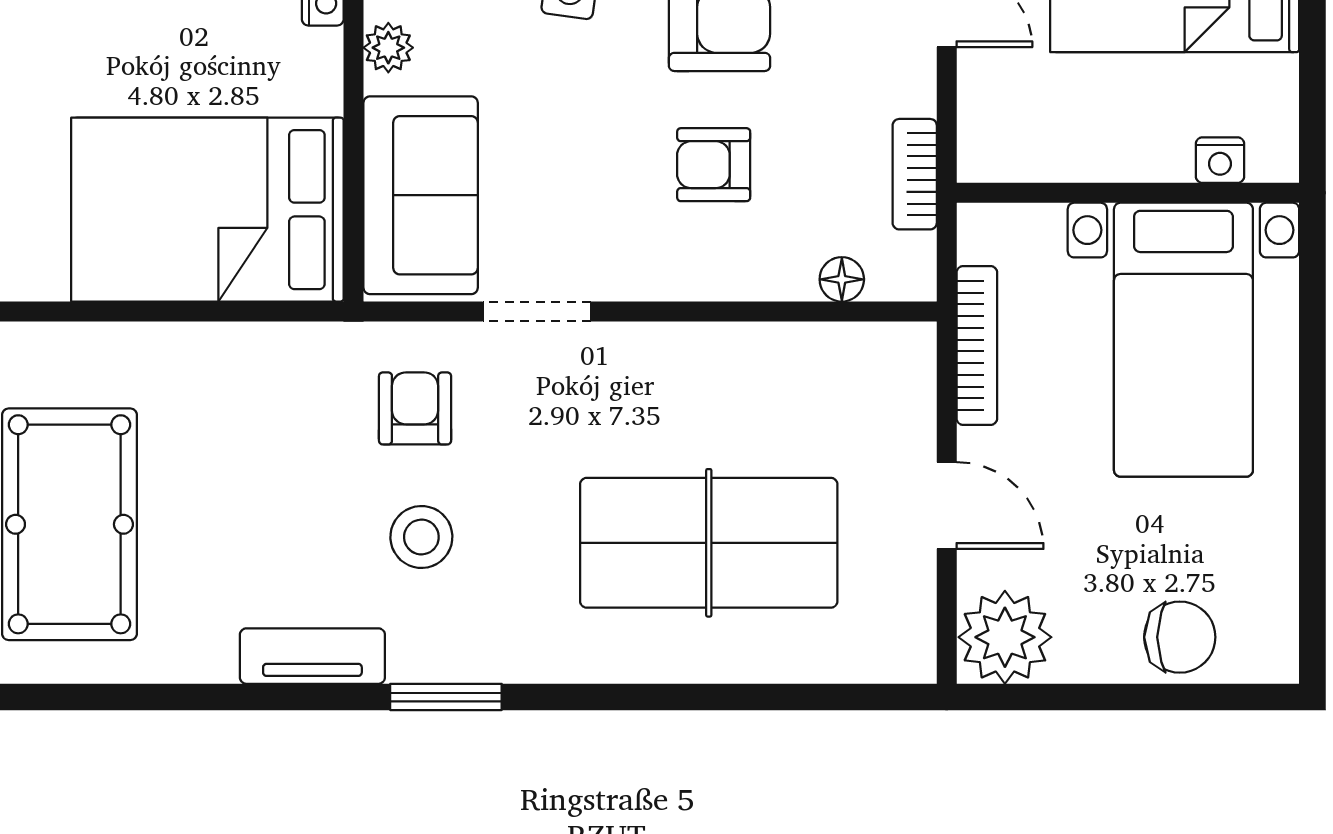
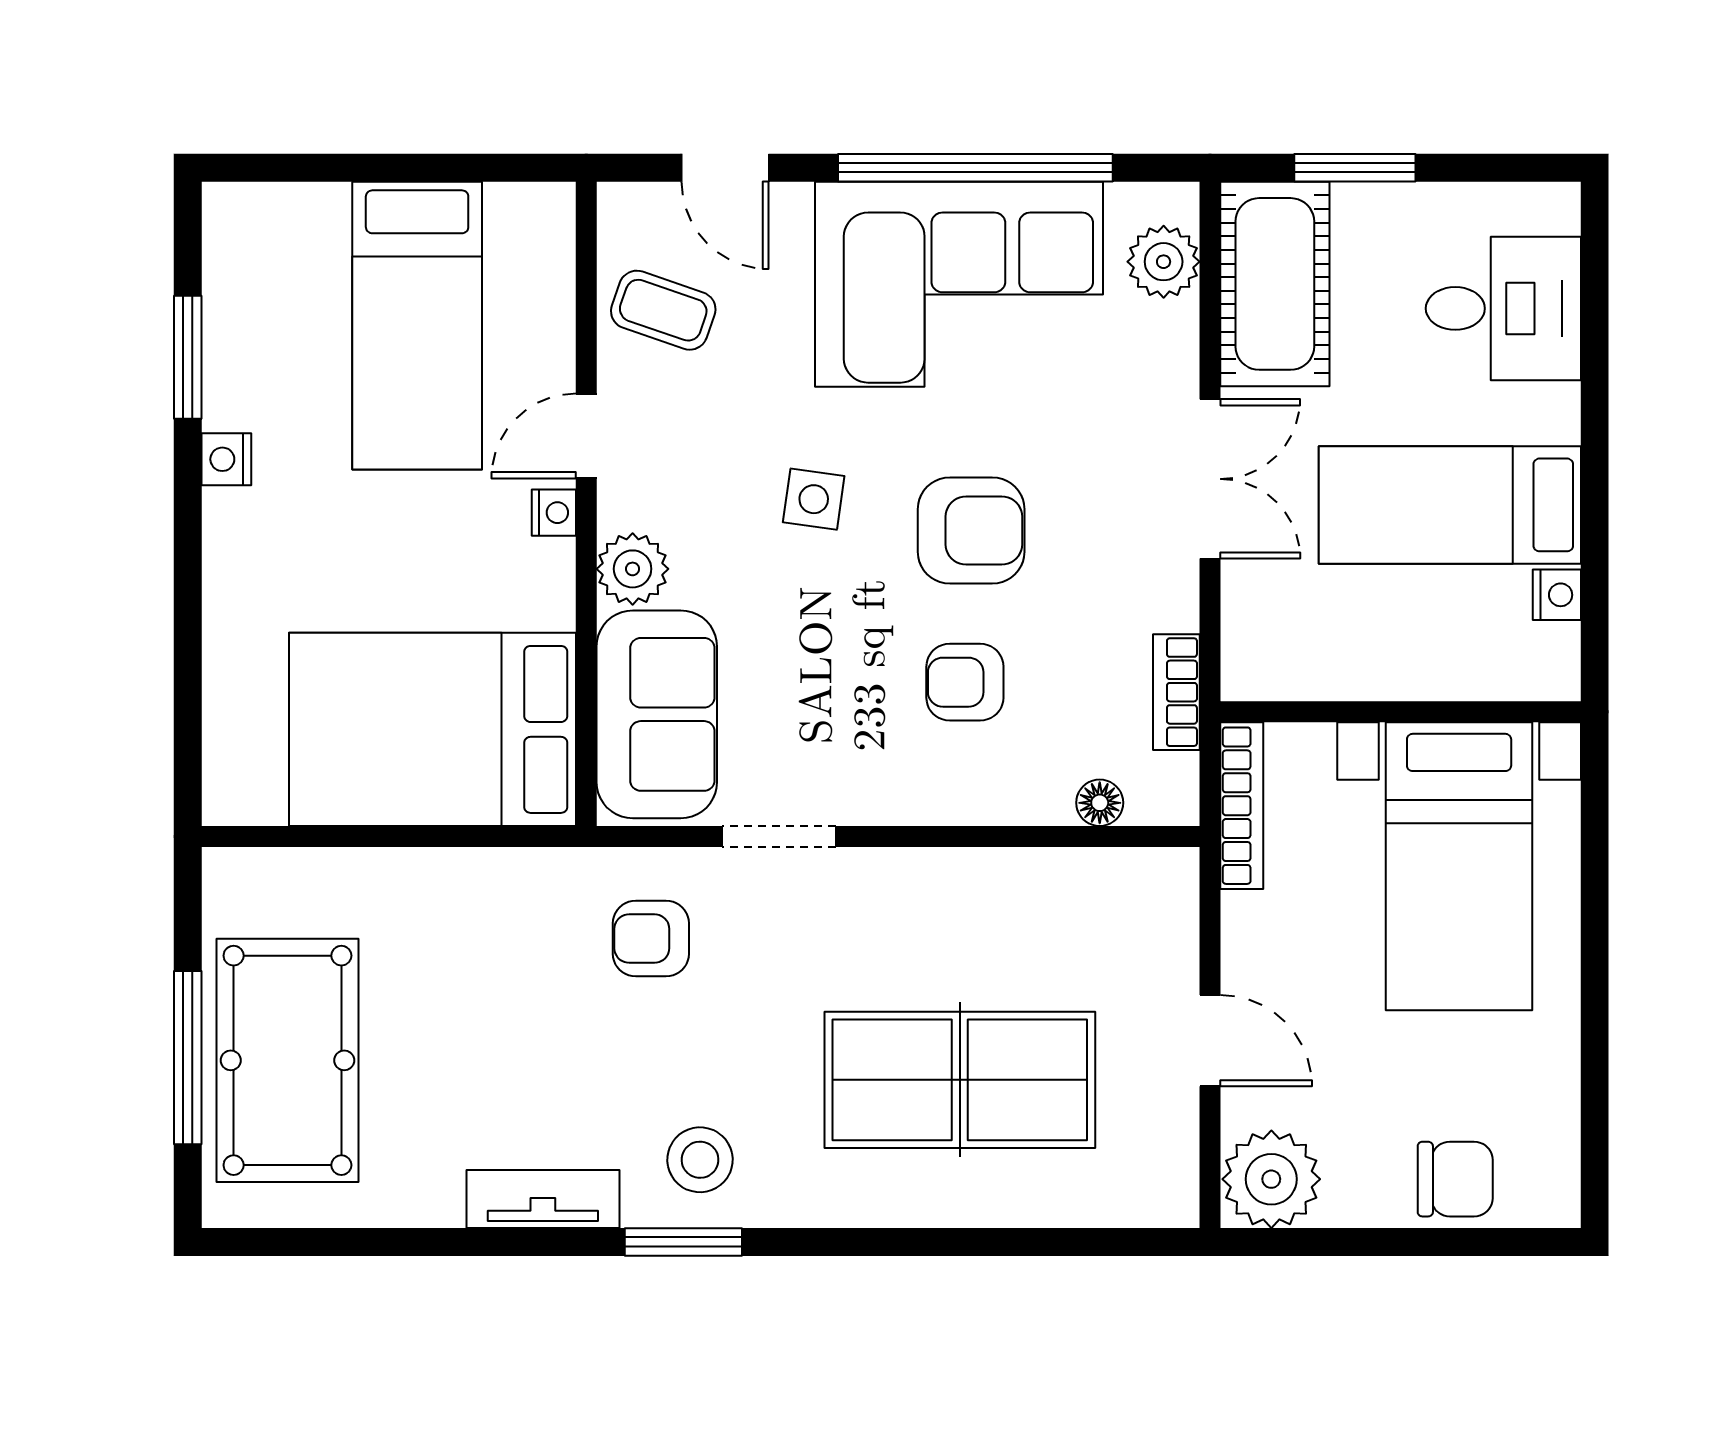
plant: (388, 48) -> (633, 569), width x1.38, depth x1.38
nightstand: (1220, 160) -> (1557, 595), moved, turned -90
bookcase: (977, 345) -> (1242, 806), moved
armchair: (415, 408) -> (651, 939), turned -90
stool: (421, 537) -> (700, 1160), moved

